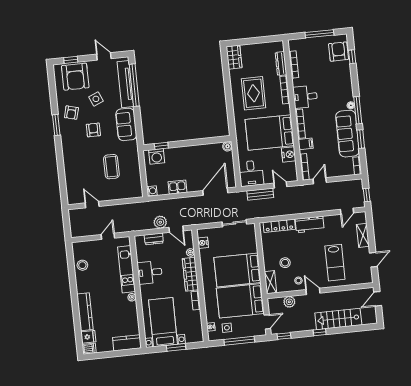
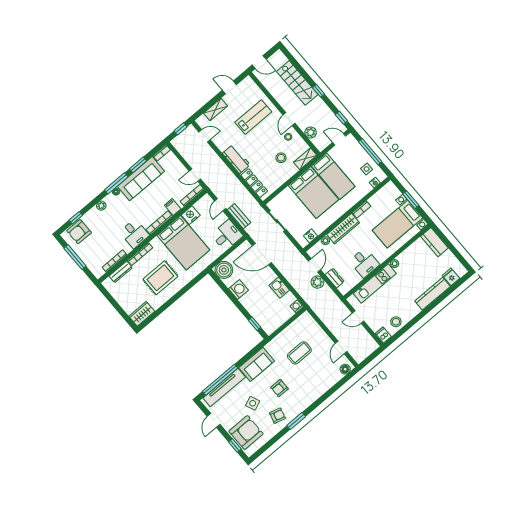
plant: (348, 85) -> (101, 206), added
boiler: (227, 146) -> (224, 270), width x1.86, depth x1.86
washing machine: (157, 156) -> (238, 289), moved
floor lamp: (72, 196) -> (345, 369), added
bed: (240, 301) -> (333, 176), width x0.67
dishwasher: (89, 349) -> (383, 335), moved

